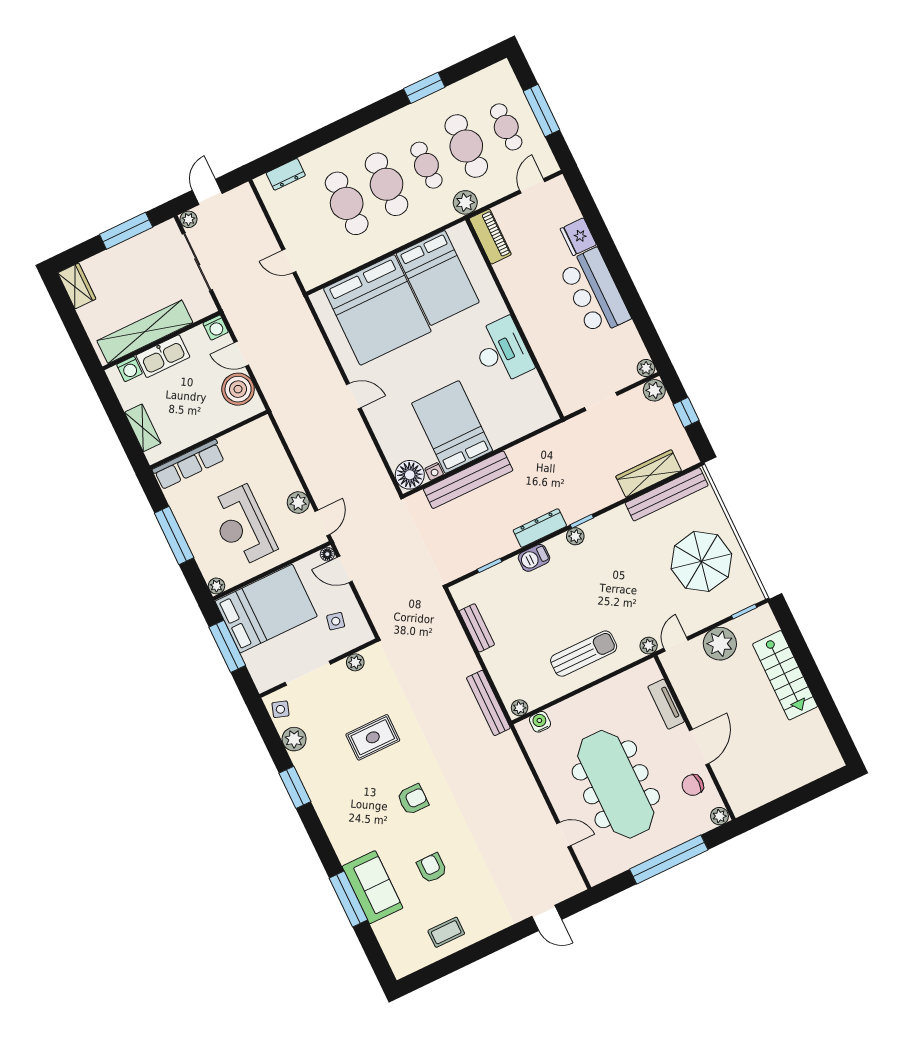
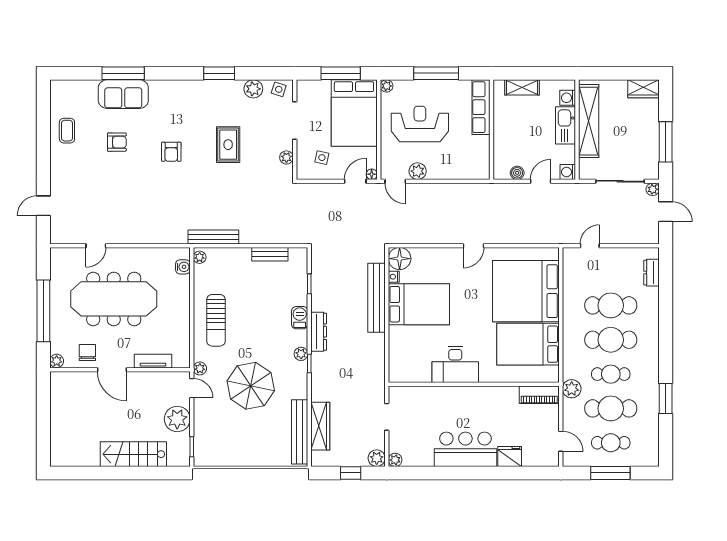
boiler: (238, 389) -> (517, 173), width x0.54, depth x0.54
parasol: (701, 561) -> (251, 386), moved

